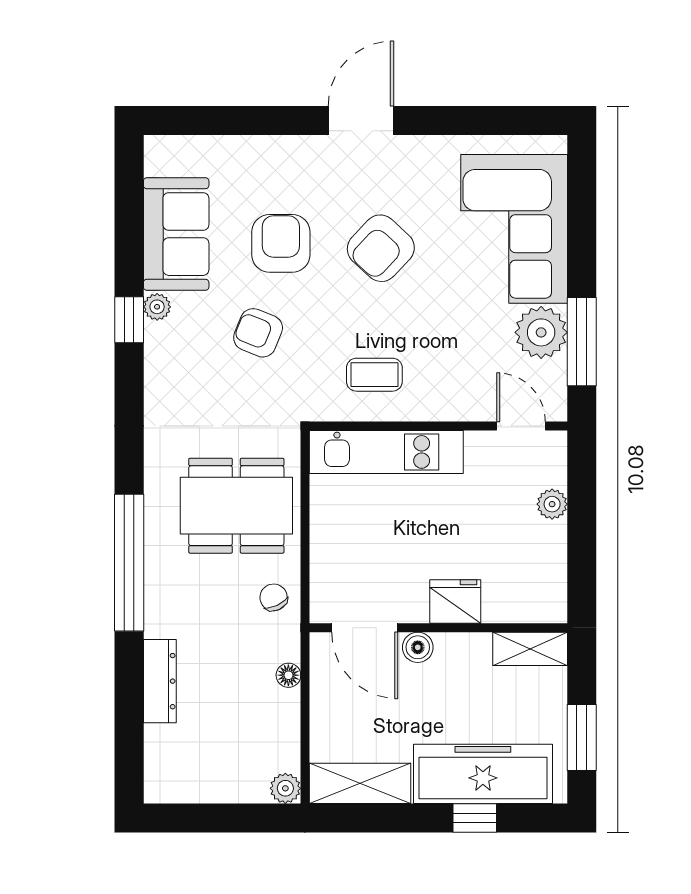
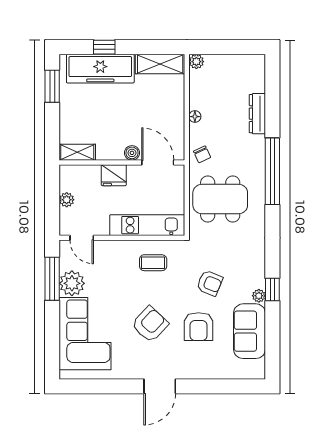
fridge: (455, 602) -> (114, 175), moved
door: (365, 628) -> (158, 162), moved
wall: (438, 628) -> (122, 162), moved
boiler: (418, 647) -> (132, 153), moved
shelving: (530, 649) -> (77, 152), moved

